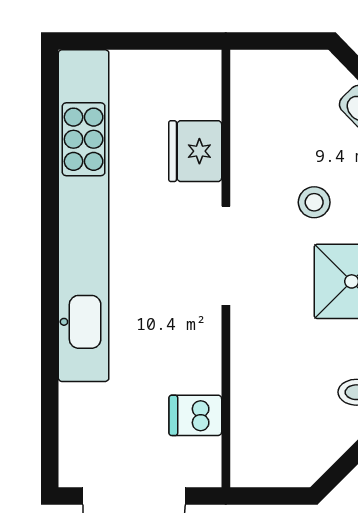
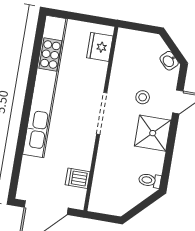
fridge: (195, 151) -> (100, 47), moved

